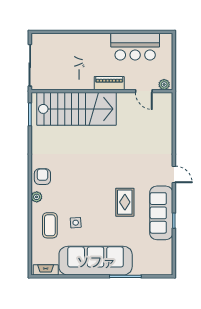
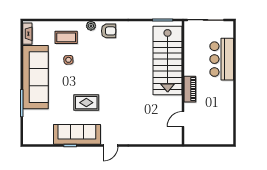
bar counter: (135, 47) -> (222, 59), moved
plant: (164, 84) -> (189, 137), removed

